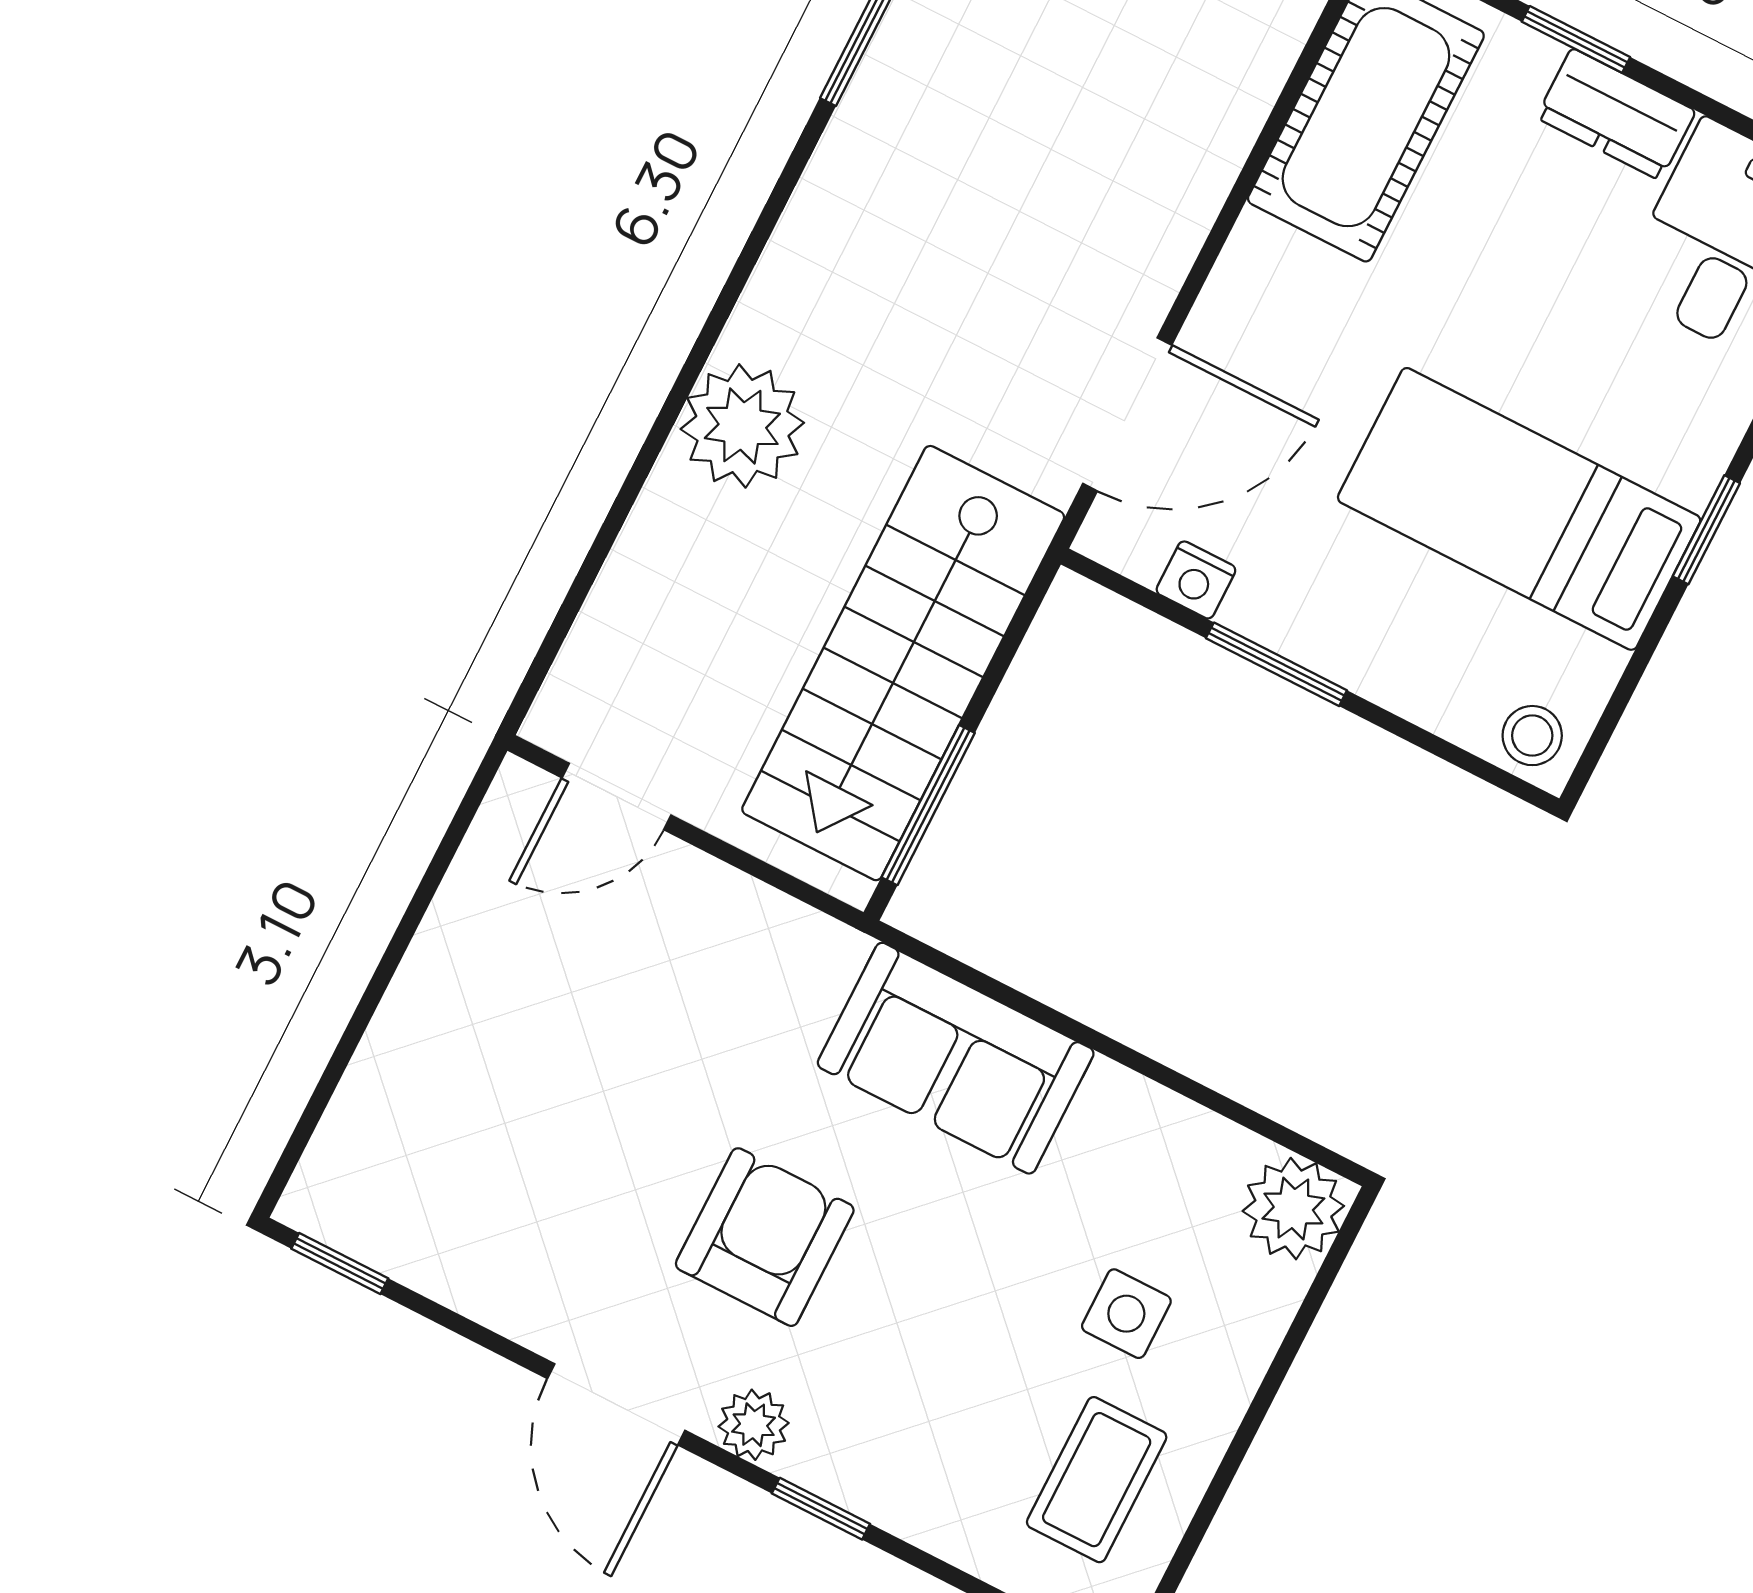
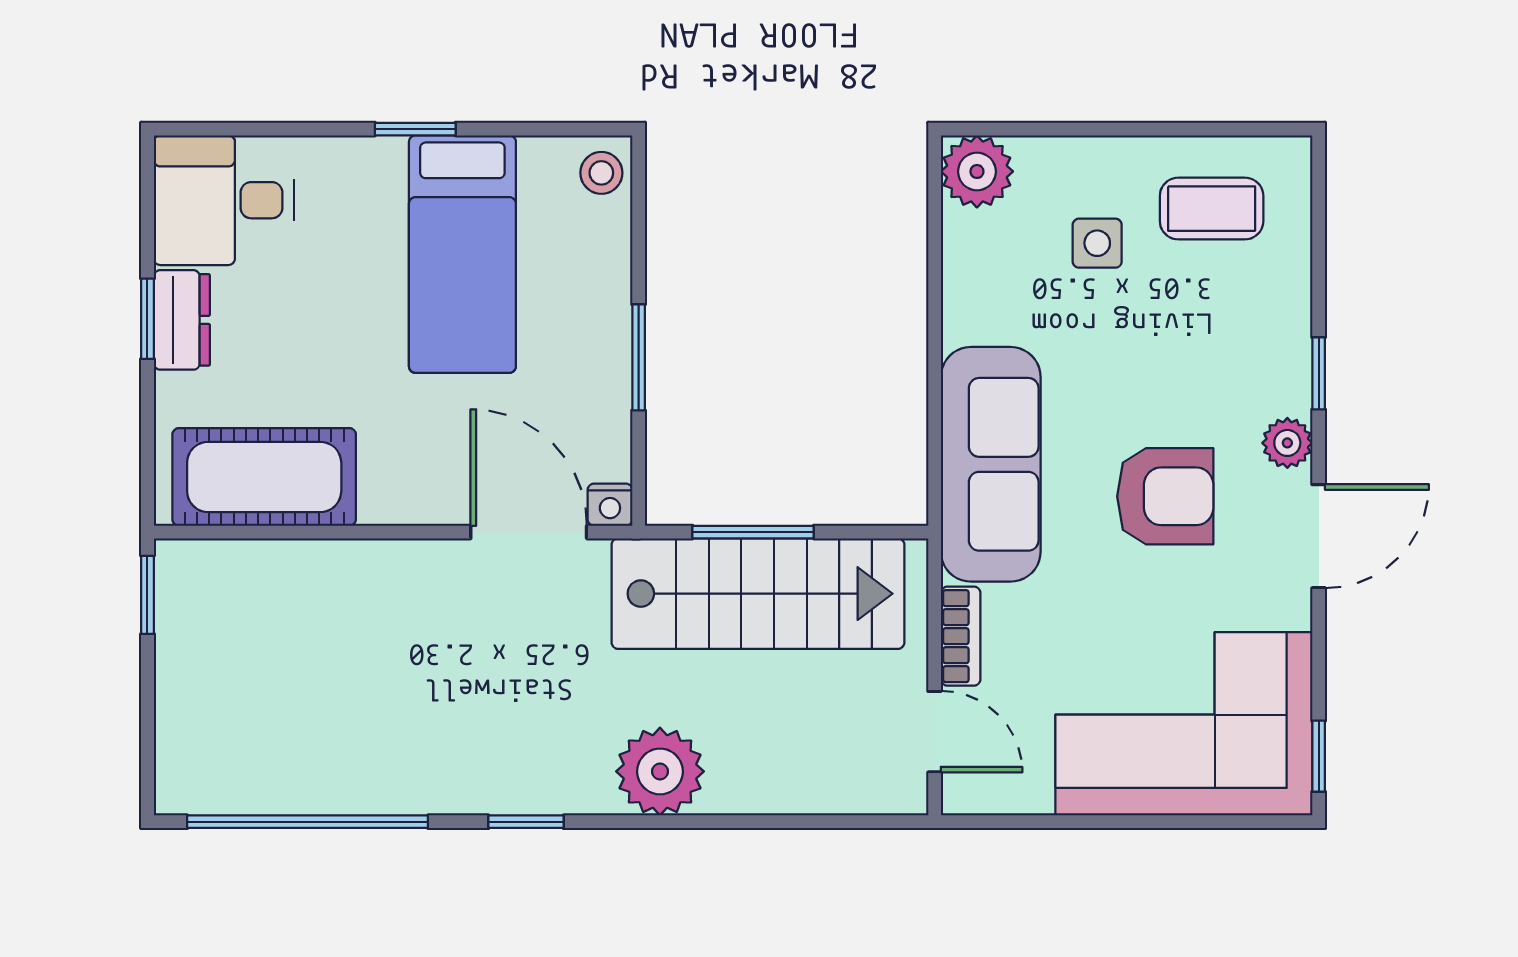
window: (1576, 39) -> (147, 319), moved
window: (765, 225) -> (526, 822), added
nightstand: (1196, 580) -> (610, 505), moved, turned 90
window: (928, 805) -> (753, 532), moved
bookcase: (720, 890) -> (961, 636), added
sofa: (956, 1058) -> (991, 464), width x1.36
corner sofa: (467, 1115) -> (1184, 724), added
armchair: (765, 1237) -> (1165, 496), turned 180

